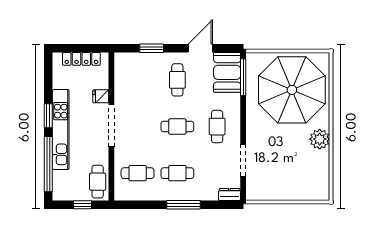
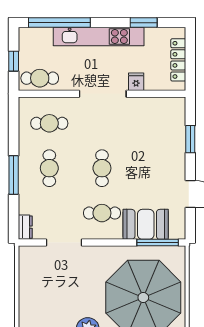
booth: (227, 72) -> (146, 224), moved
cafe table: (177, 80) -> (155, 168), removed
window: (48, 116) -> (144, 23), moved
cafe table: (138, 173) -> (49, 123), turned 90

